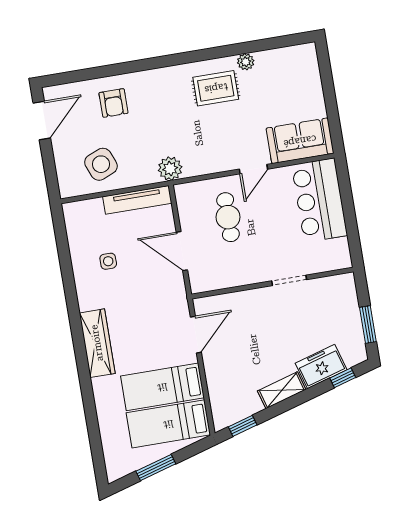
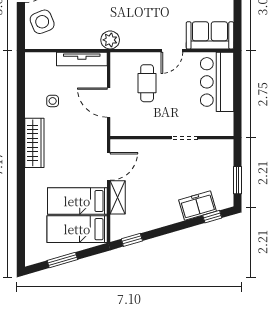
side table: (101, 164) -> (42, 22), moved
wardrobe: (97, 343) -> (34, 143), moved
shelving: (282, 390) -> (118, 197), moved, turned -74

